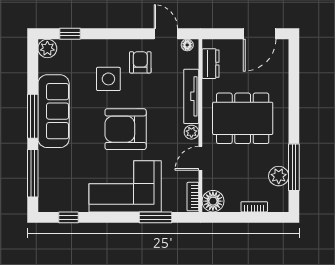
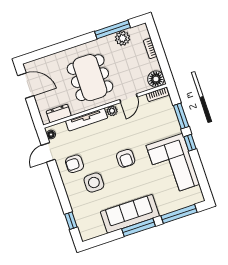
plant: (47, 48) -> (87, 233), removed
armchair: (126, 129) -> (126, 158), width x0.53, depth x0.53
door: (200, 158) -> (128, 98), hinge flipped
corner sofa: (125, 186) -> (173, 165), moved
window: (68, 217) -> (190, 143), moved

